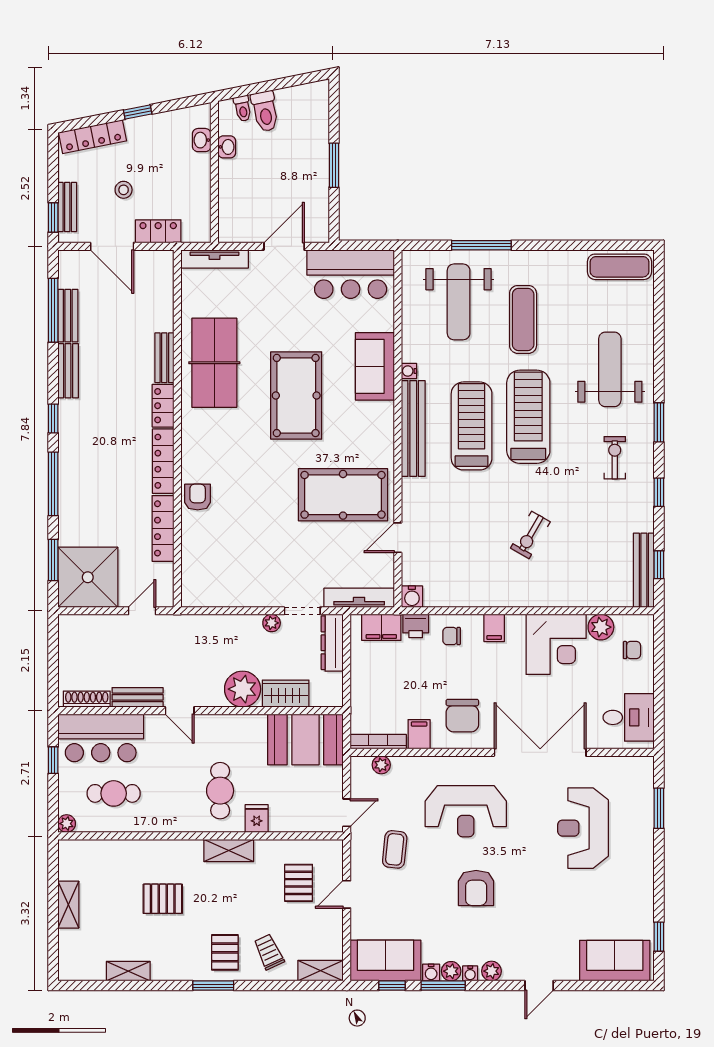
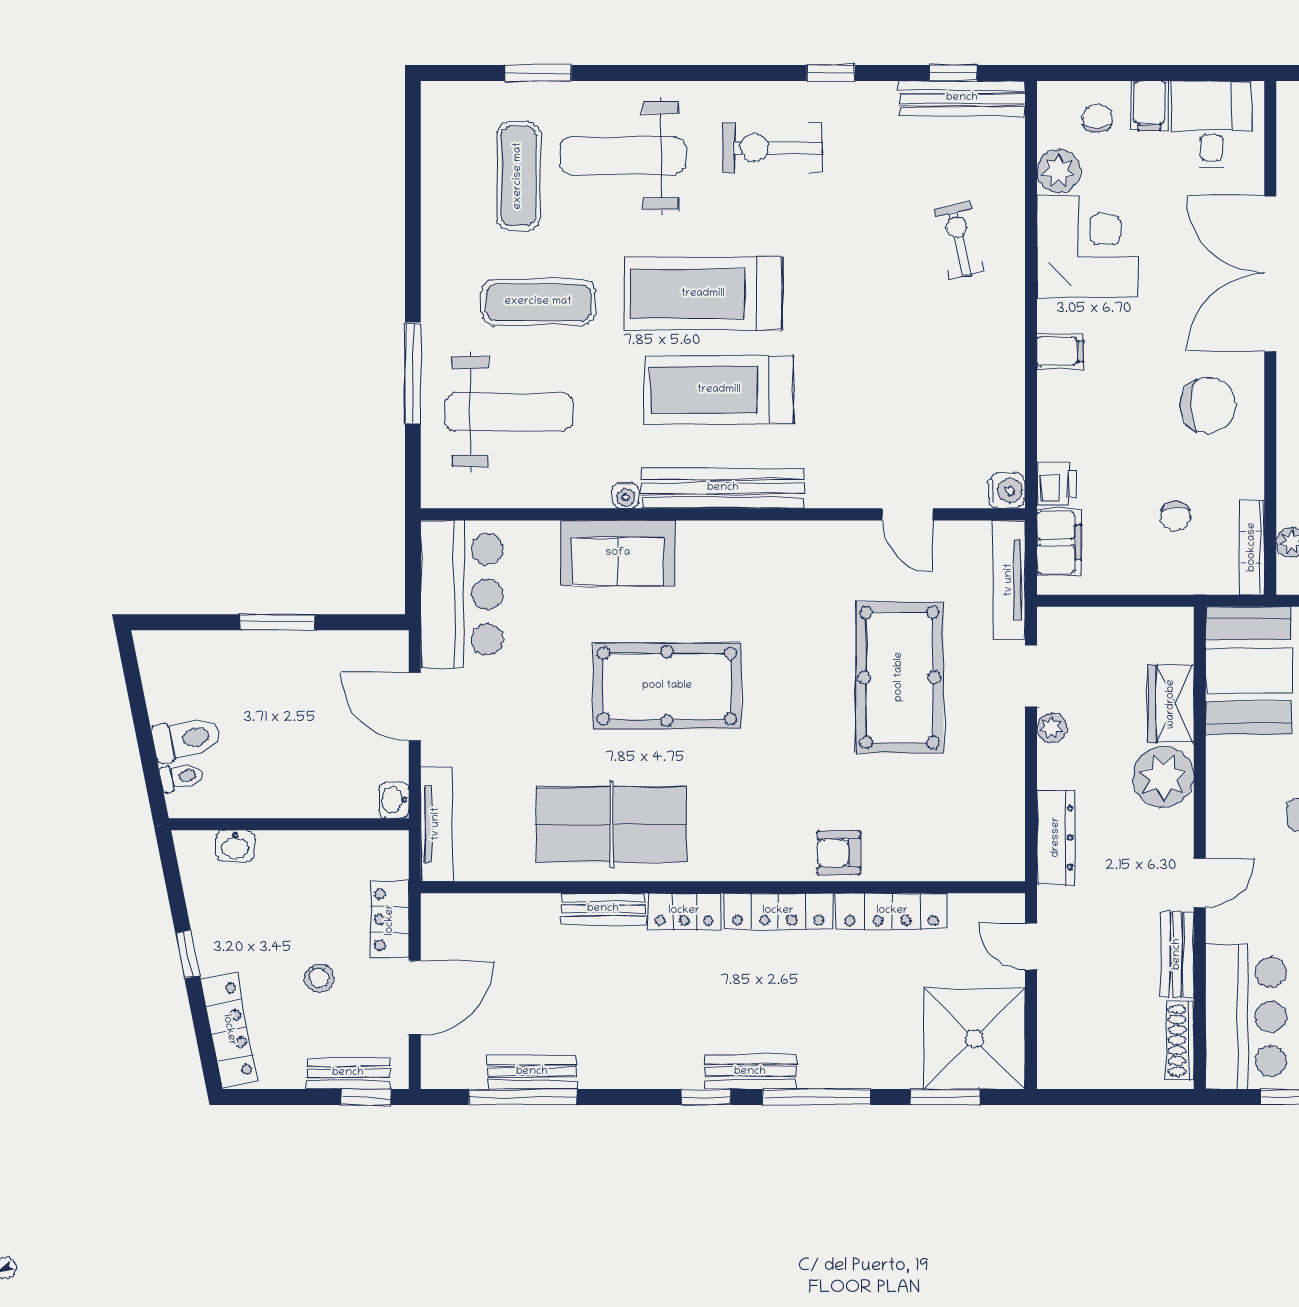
washbasin: (227, 147) -> (394, 800), moved, turned -90
exercise mat: (620, 267) -> (518, 176), moved
bench: (68, 371) -> (750, 1072), moved
window: (659, 422) -> (538, 73), moved
exercise bike: (615, 458) -> (772, 148), width x1.38, depth x1.39
pool table: (343, 495) -> (899, 677), moved
exercise bike: (530, 535) -> (959, 240), moved, turned -132
chair: (452, 636) -> (1175, 516), moved
dresser: (332, 643) -> (1056, 837), moved, turned -90
filing cabinet: (419, 734) -> (1150, 105), moved, turned -90

